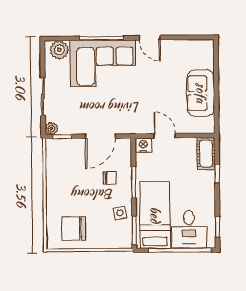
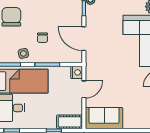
sofa: (201, 93) -> (104, 118), moved
chair: (110, 178) -> (43, 38), moved

